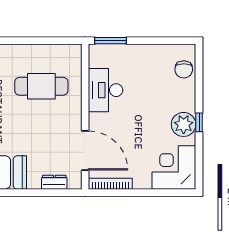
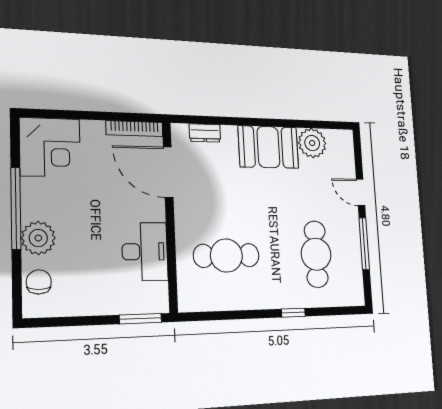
window: (199, 122) -> (16, 208), width x3.17
plant: (184, 124) -> (38, 238), moved

